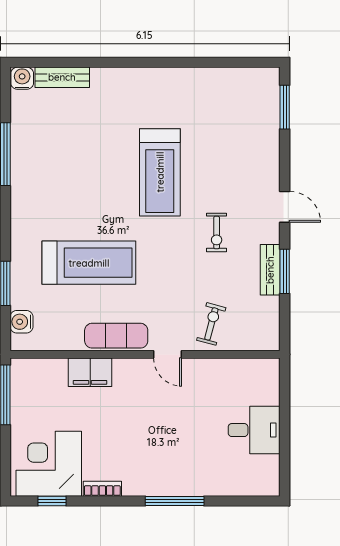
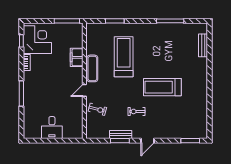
water cooler: (22, 78) -> (203, 28), removed
treadmill: (89, 263) -> (124, 57), turned 180
water cooler: (21, 322) -> (98, 28), removed

